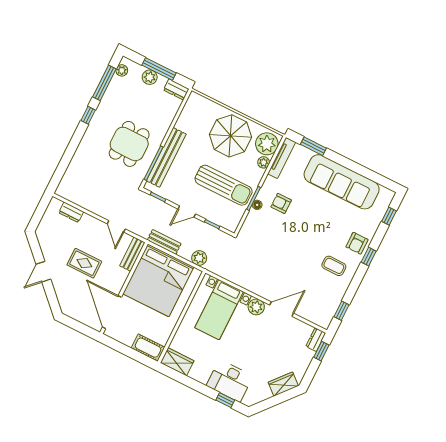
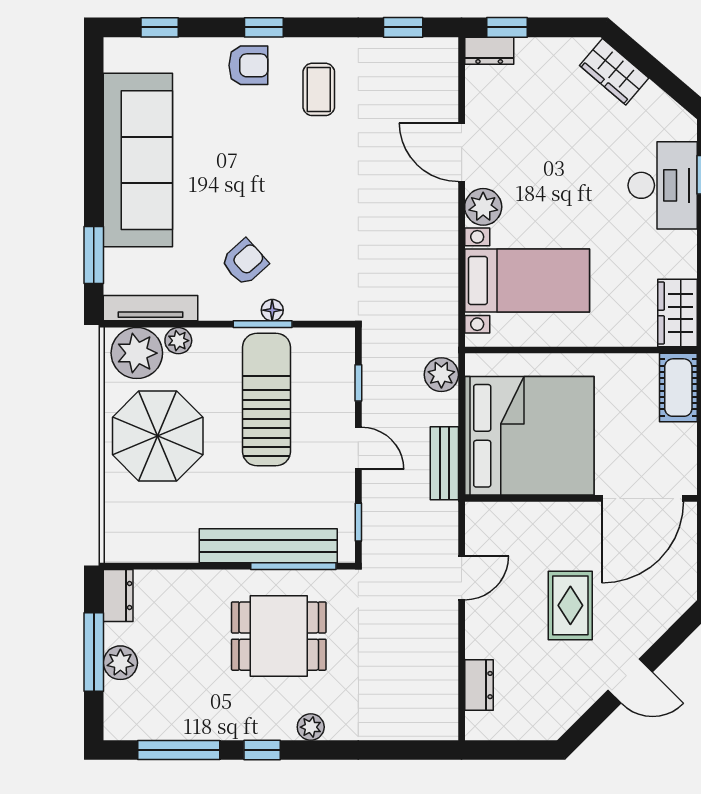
plant: (122, 70) -> (311, 727), moved
armchair: (281, 203) -> (245, 262), turned -132
bench: (132, 254) -> (502, 516), removed

